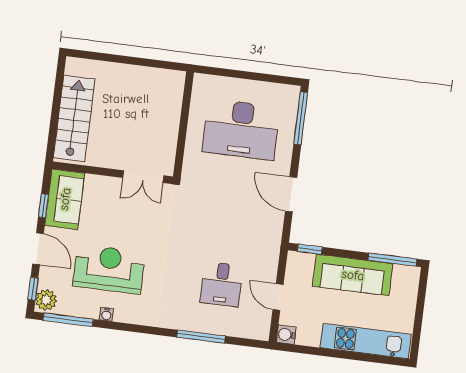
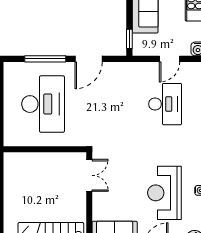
window: (301, 118) -> (45, 59), moved
desk: (222, 284) -> (165, 104), width x1.37

